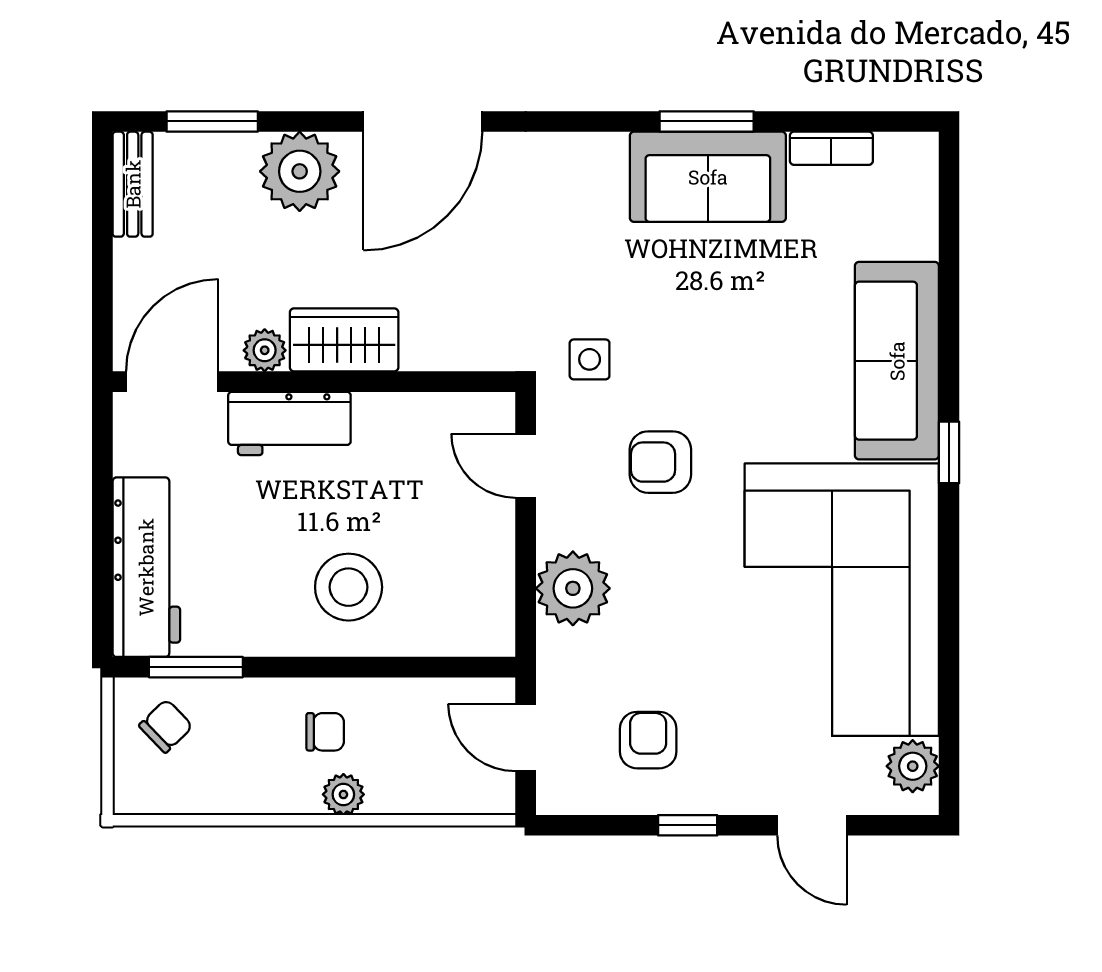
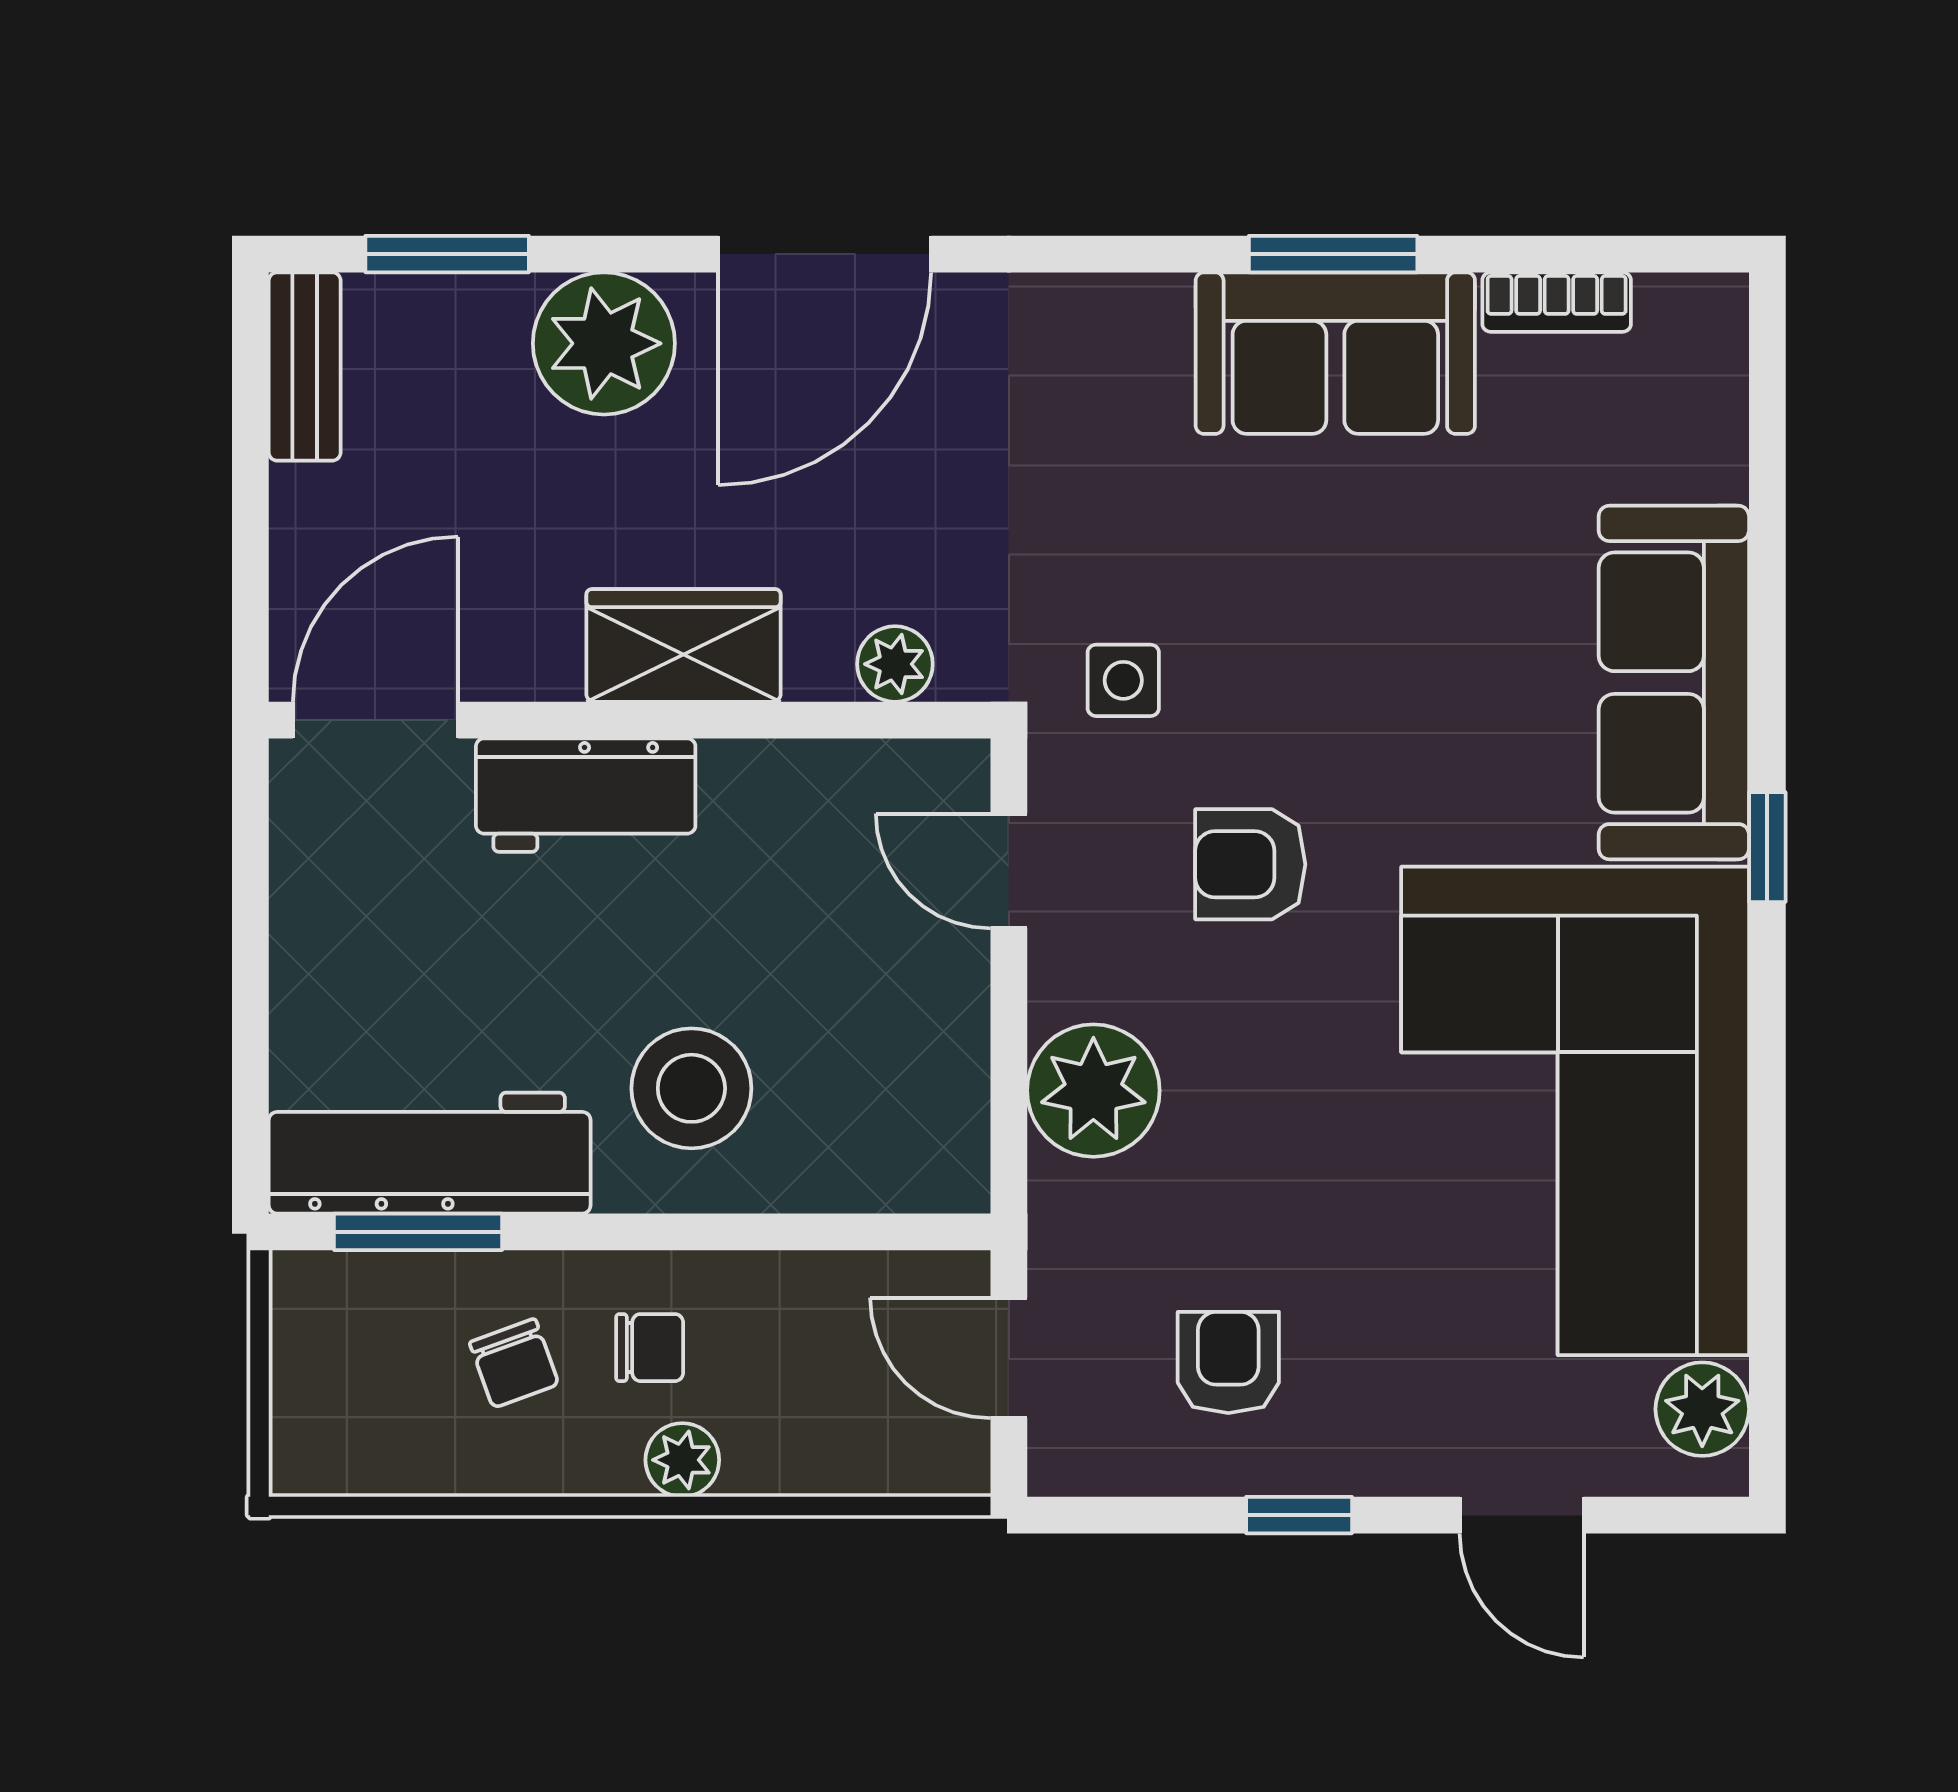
plant: (265, 350) -> (895, 664), moved
workbench: (146, 567) -> (430, 1153), moved, turned -90
chair: (166, 726) -> (514, 1363), moved, turned 114

